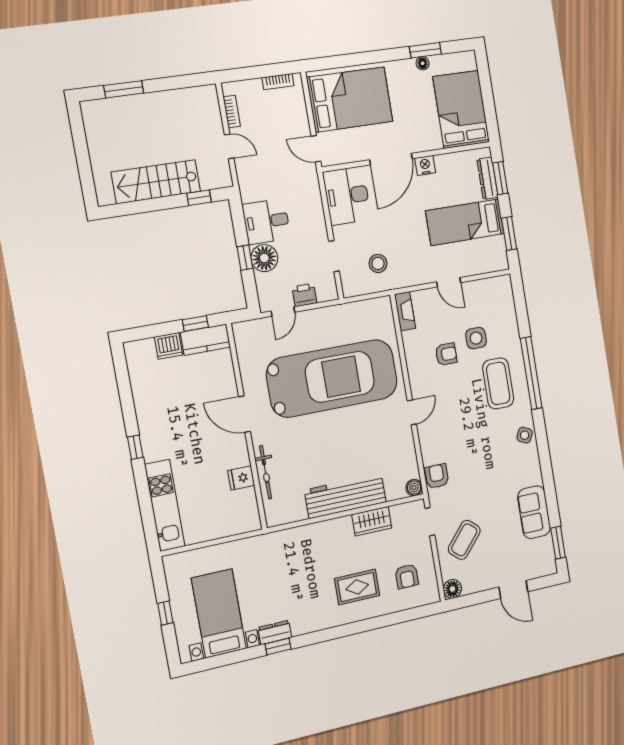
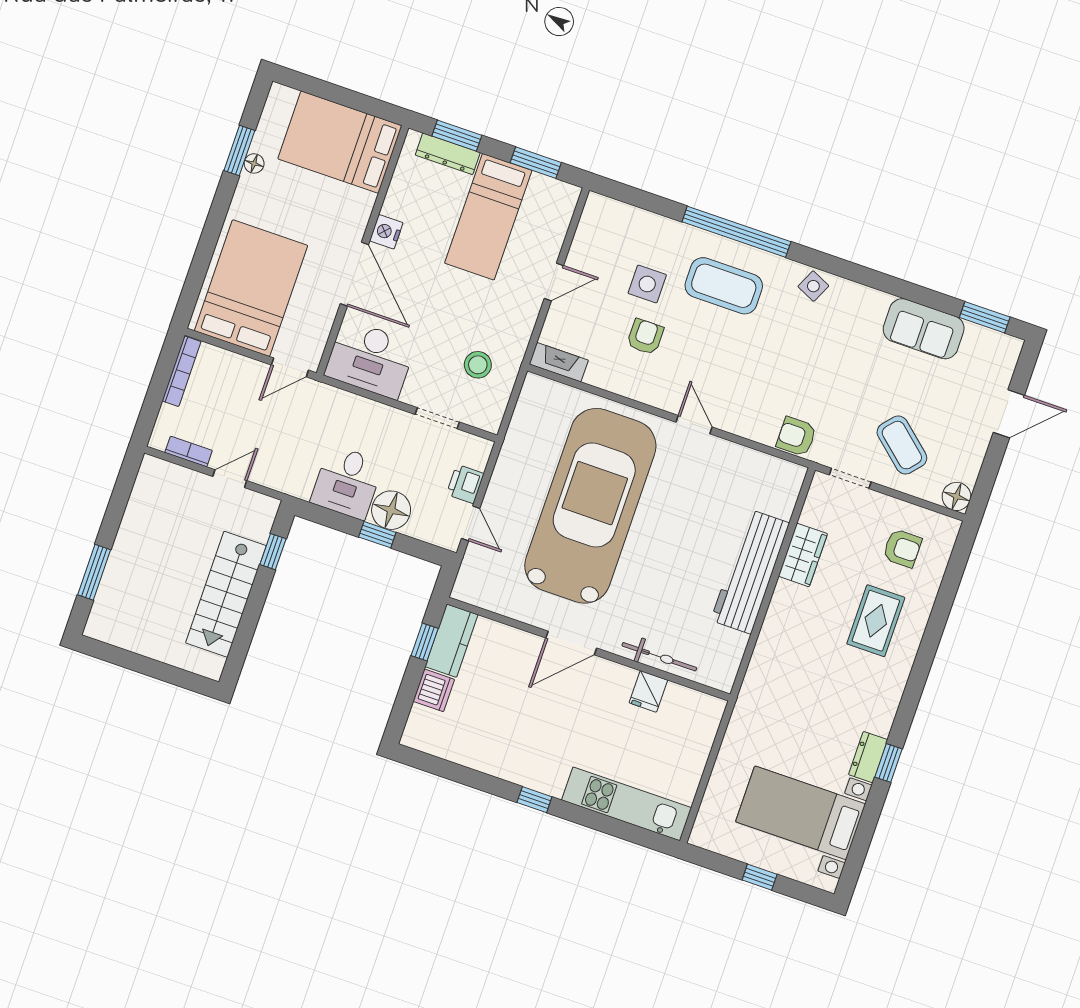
bookcase: (278, 82) -> (182, 371), width x1.56
boiler: (414, 488) -> (793, 475), removed

